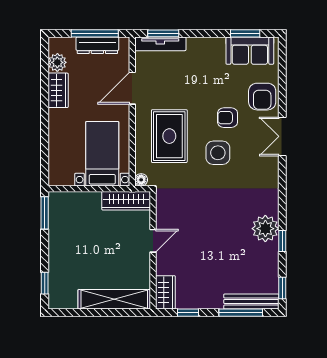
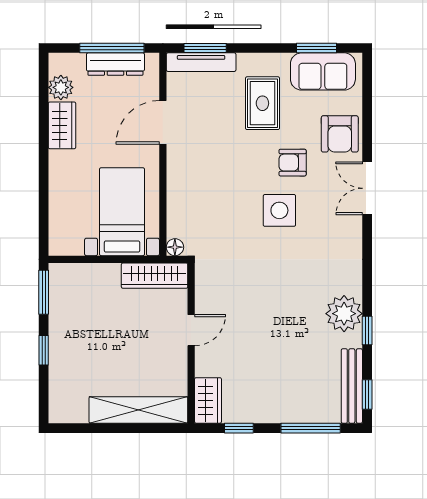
rug: (169, 136) -> (262, 103), moved, width x0.73, depth x0.70
window: (45, 283) -> (44, 350), moved
bench: (251, 302) -> (352, 386), moved, turned 90

